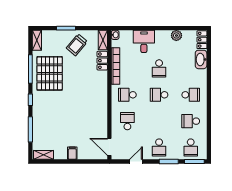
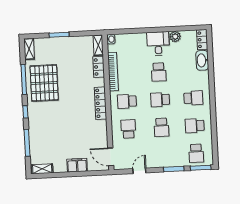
desk: (144, 41) -> (158, 44), moved
trolley: (77, 45) -> (71, 52), removed
locker: (102, 95) -> (100, 103), added
school desk: (159, 148) -> (162, 127), moved
filing cabinet: (72, 153) -> (77, 165), width x2.00

